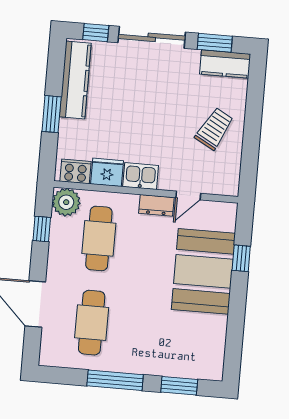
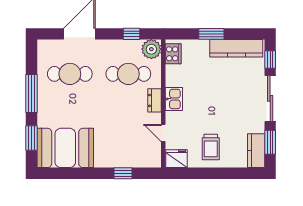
trolley: (214, 129) -> (211, 147), turned 61
fridge: (107, 172) -> (176, 159), moved, turned -90
dresser: (156, 205) -> (155, 100), moved
booth: (203, 271) -> (65, 148), moved

